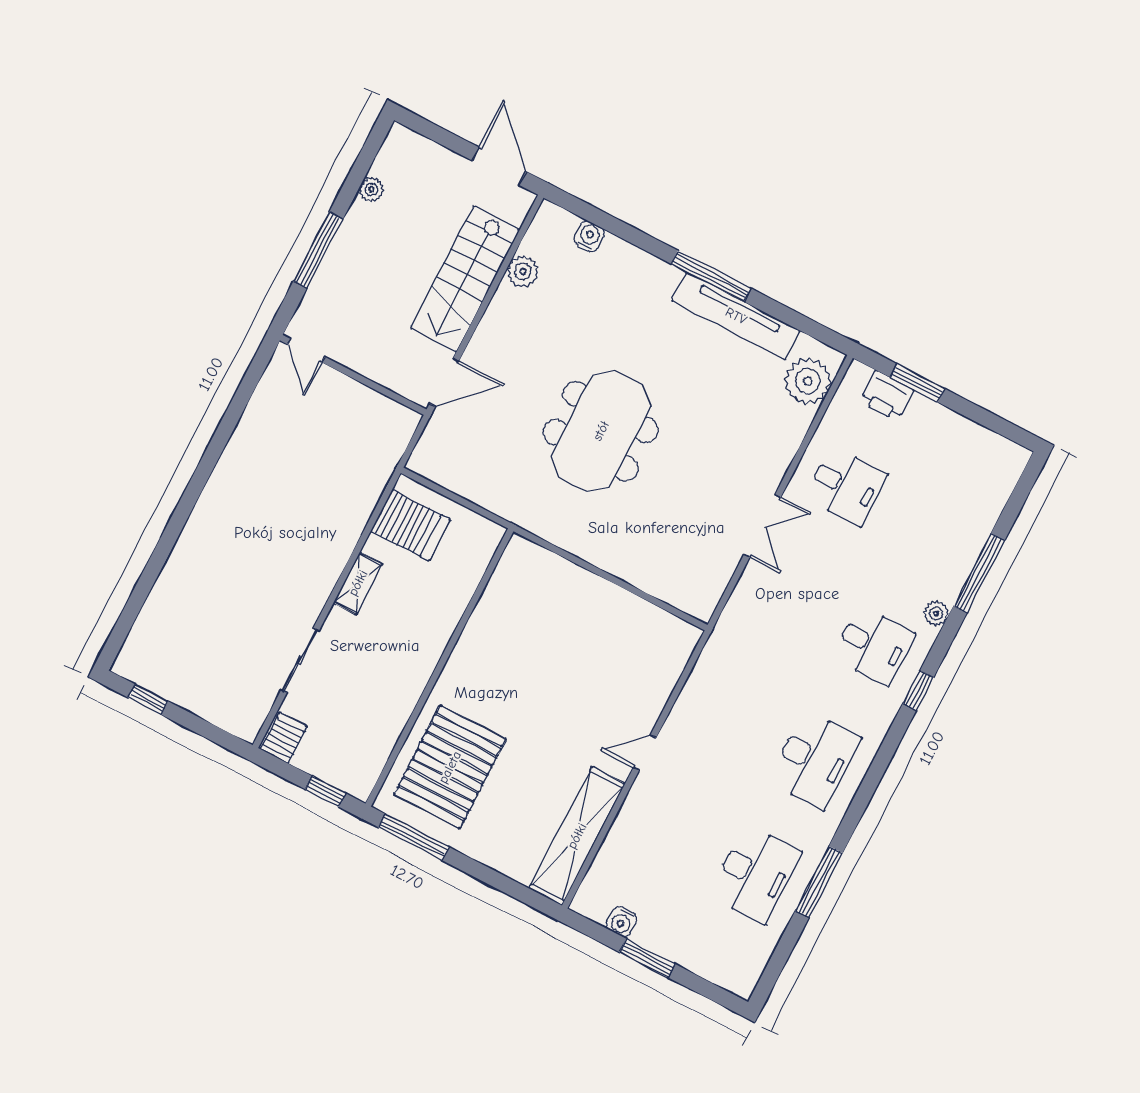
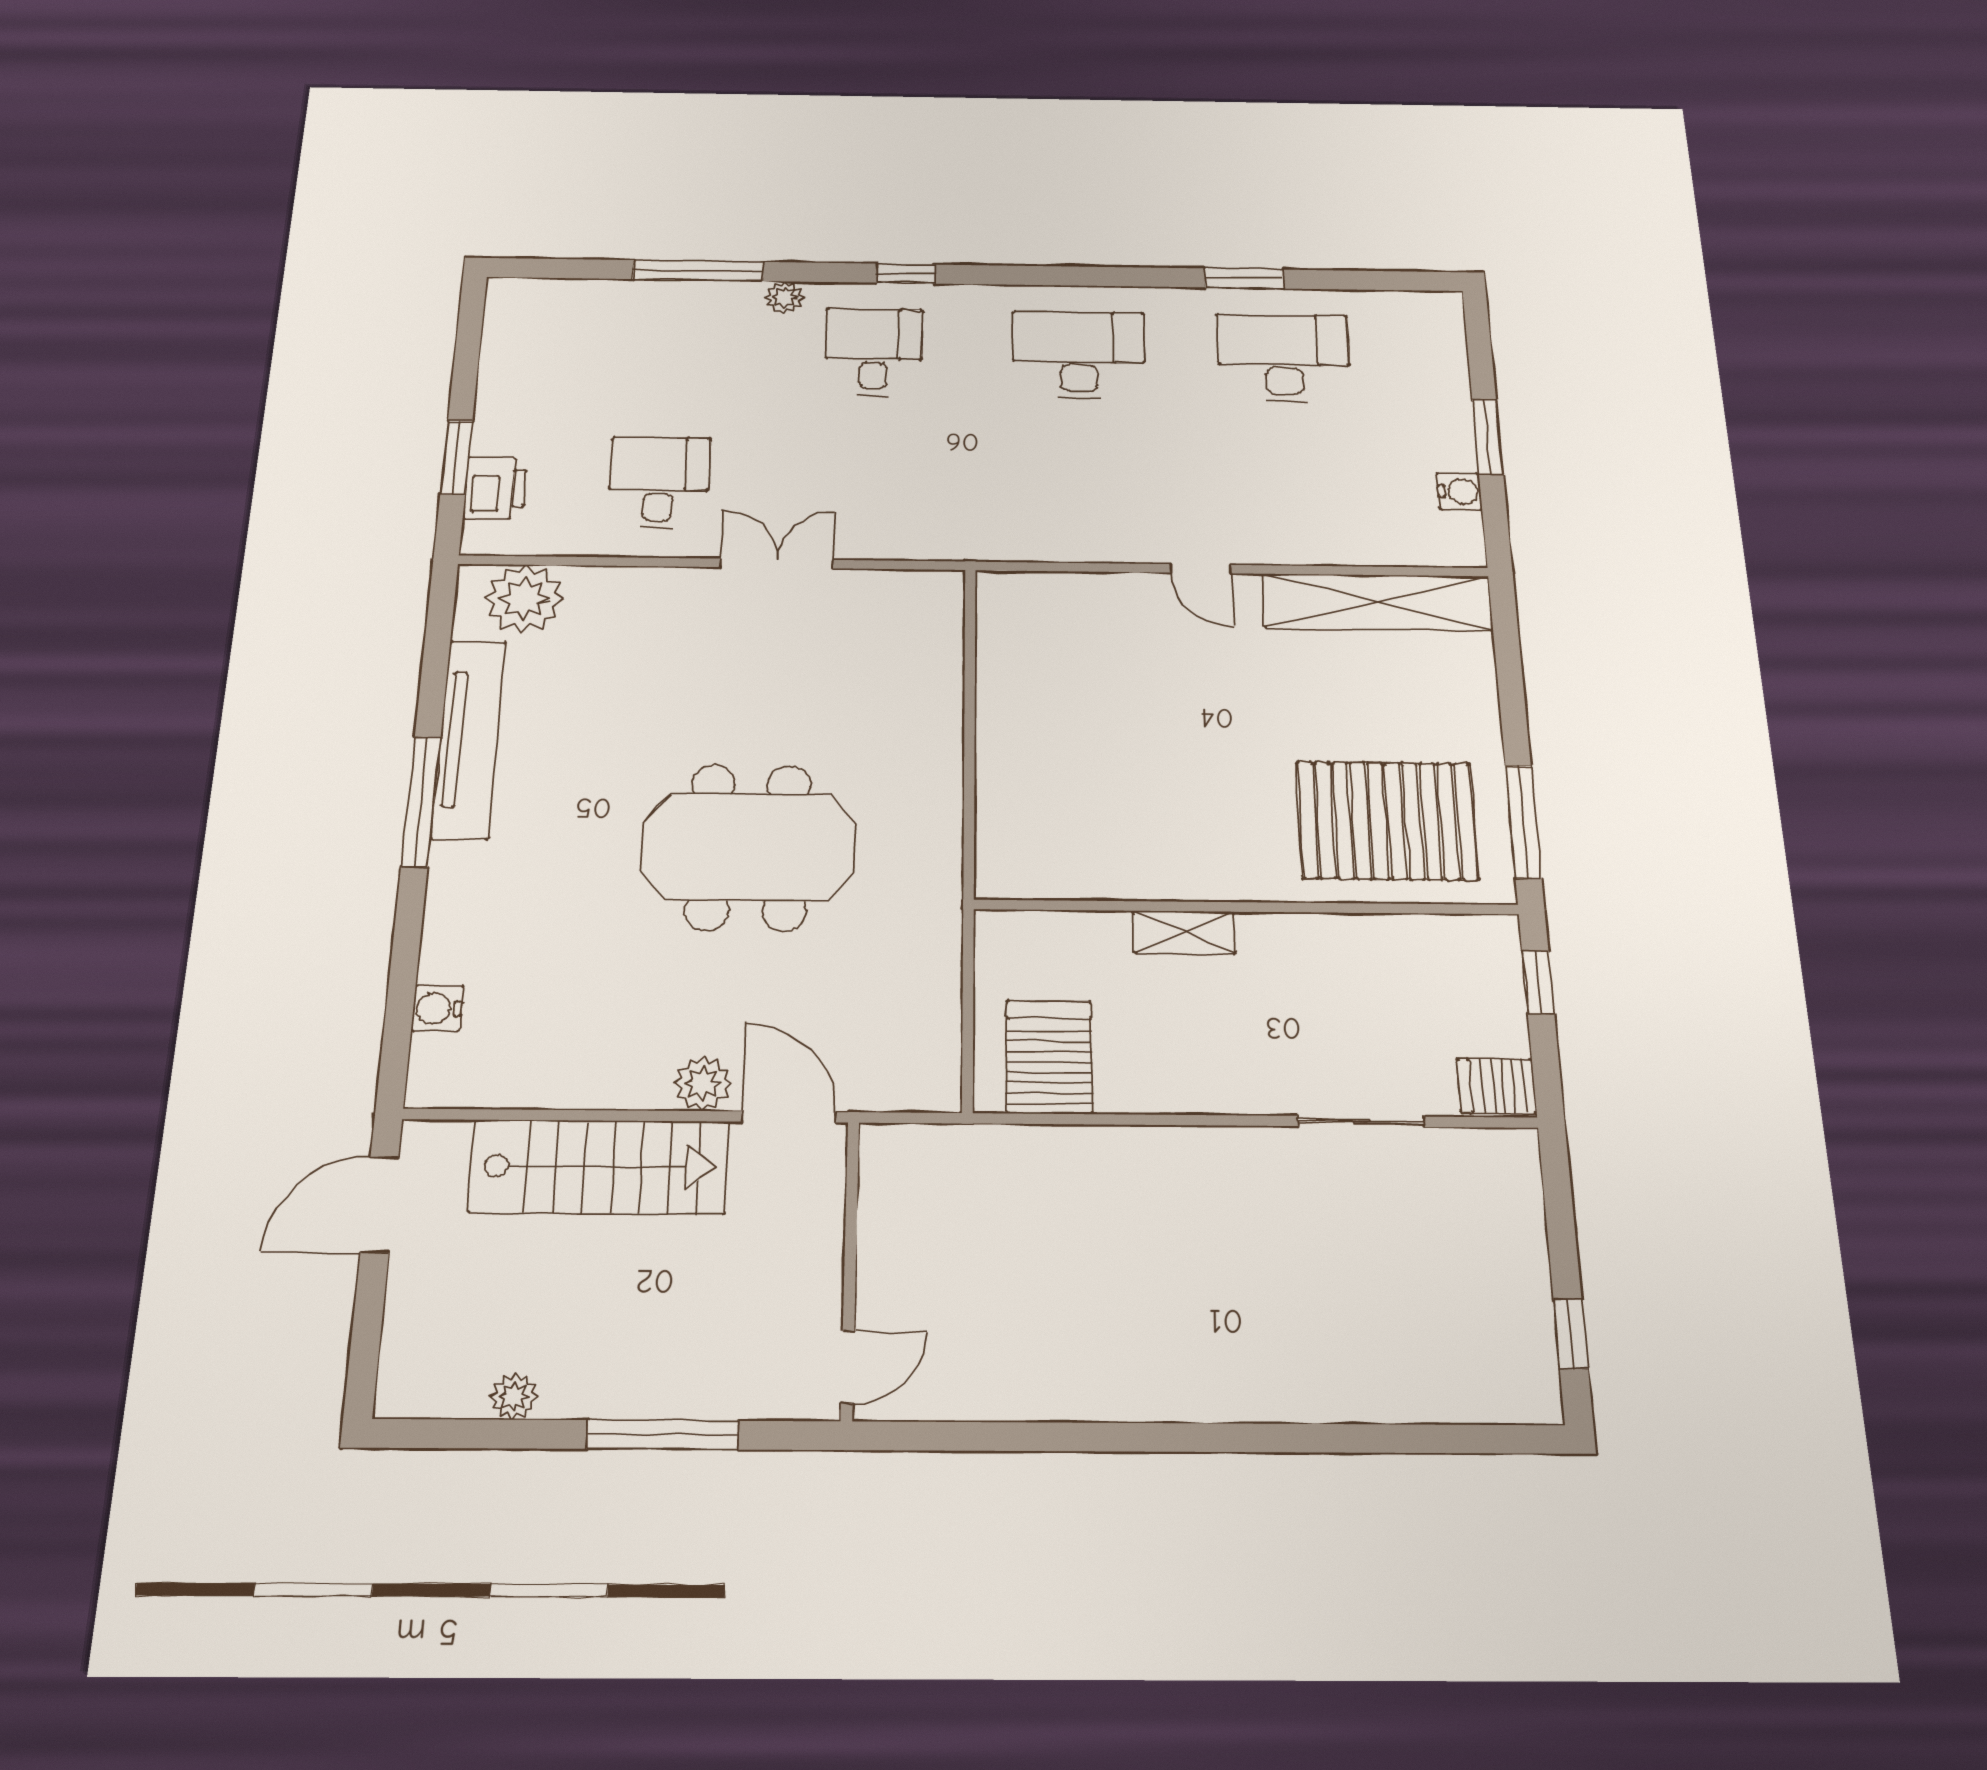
plant: (523, 271) -> (703, 1084), moved
shelving: (358, 583) -> (1184, 932), moved
window: (819, 882) -> (1244, 278), width x0.69

